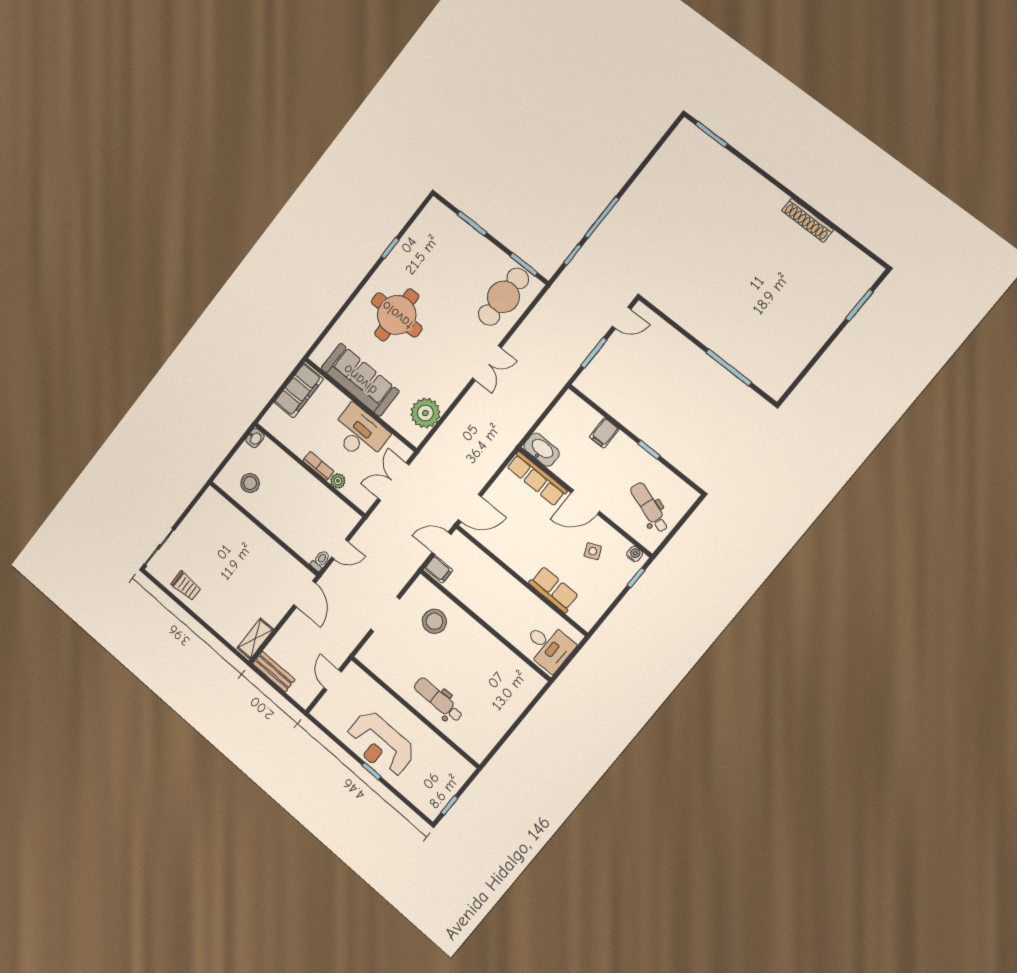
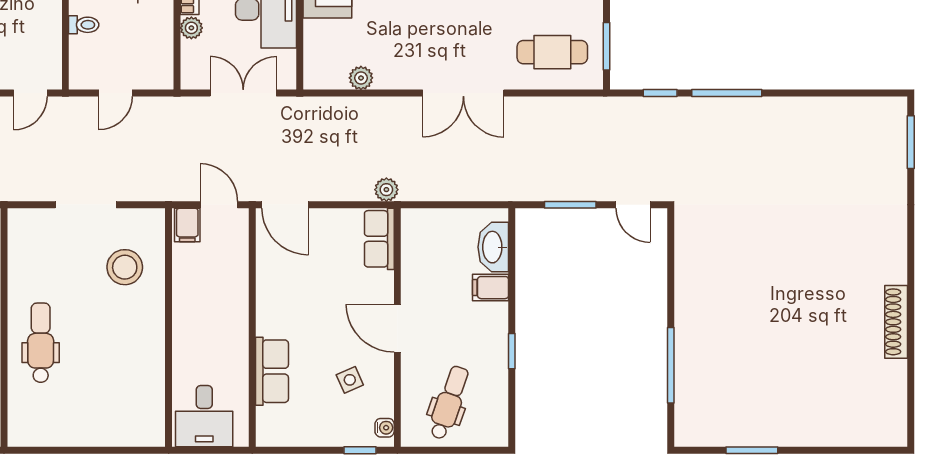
cafe table: (503, 297) -> (552, 52), width x0.73, depth x0.74
window: (859, 305) -> (752, 450), moved
double door: (487, 363) -> (463, 93), width x1.37
plant: (425, 413) -> (361, 78), width x0.53, depth x0.53
plant: (505, 447) -> (386, 190), added
washbasin: (542, 450) -> (493, 247), moved, turned 180
row of seats: (537, 479) -> (379, 239), width x0.68
door: (340, 549) -> (116, 93), hinge flipped
toilet: (320, 560) -> (84, 25), moved
door: (305, 594) -> (30, 93), width x0.73

